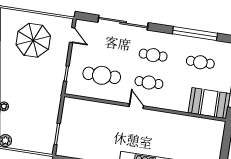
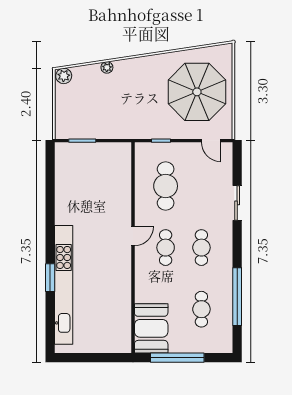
sliding door: (123, 23) -> (237, 203), width x0.54
door: (72, 35) -> (211, 141), hinge flipped
parasol: (33, 40) -> (197, 92), width x1.36, depth x1.36

